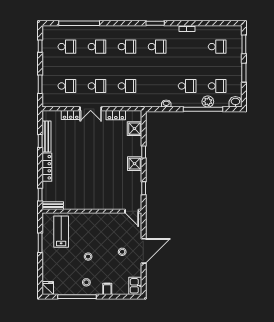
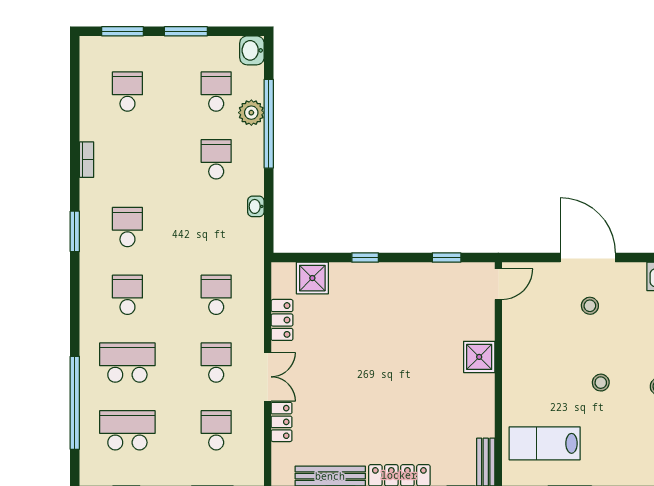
school desk: (67, 47) -> (127, 430), width x1.85
school desk: (97, 47) -> (127, 363), width x1.85
shower: (135, 164) -> (479, 357), moved

